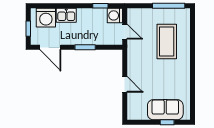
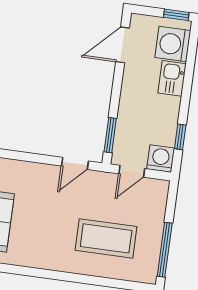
window: (28, 29) -> (176, 15), moved
window: (85, 47) -> (110, 135), moved
door: (125, 84) -> (75, 163), moved

